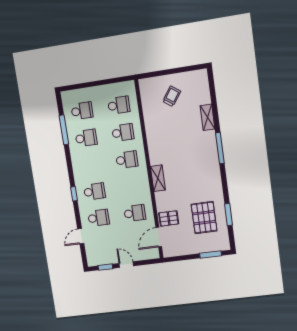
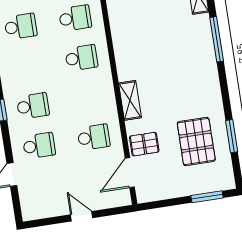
shelving: (158, 178) -> (130, 100), moved
window: (105, 267) -> (50, 221), removed

